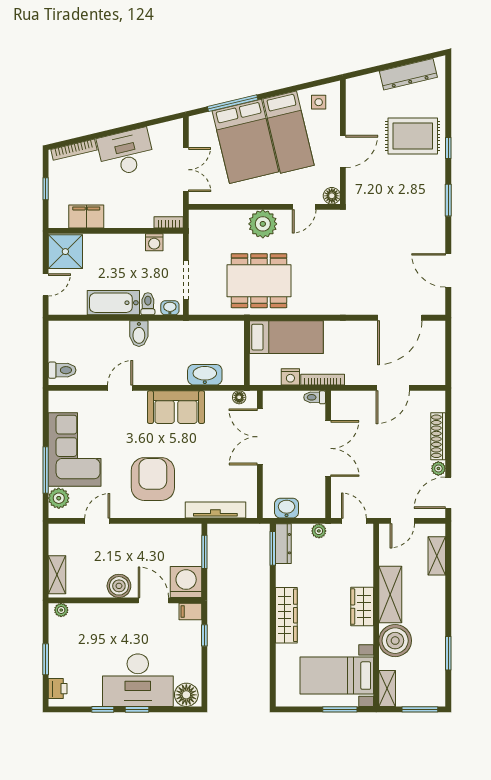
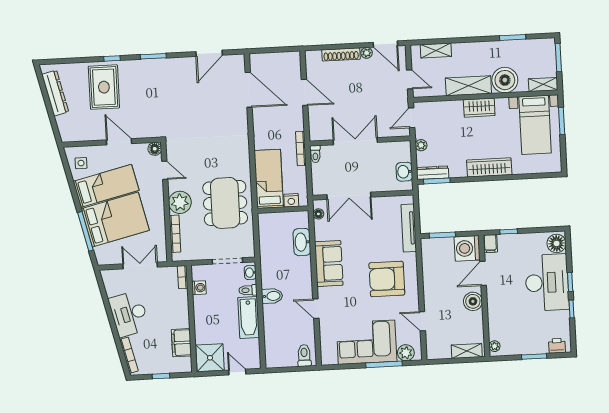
bookcase: (224, 216) -> (175, 234), added
nightstand: (290, 377) -> (291, 200), moved, turned 90

